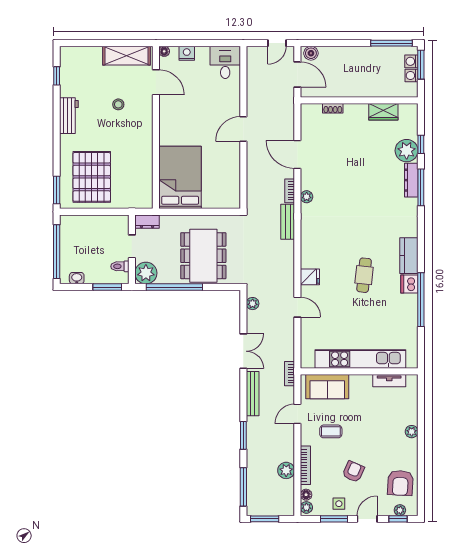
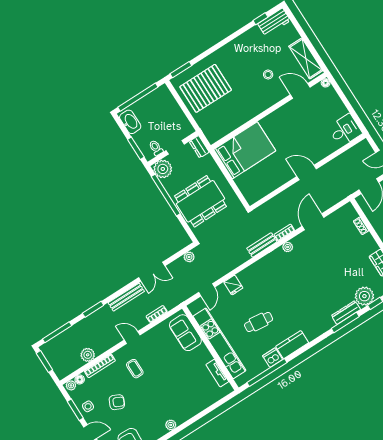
nightstand: (187, 53) -> (334, 99), removed
door: (156, 82) -> (300, 91), swing flipped
workbench: (69, 116) -> (274, 22), moved
washbasin: (77, 278) -> (130, 122), width x1.91, depth x1.45
kitchen unit: (360, 359) -> (220, 343), moved
wall: (359, 371) -> (210, 348), moved
tv unit: (389, 381) -> (217, 373), moved
sofa: (327, 387) -> (185, 333), moved

